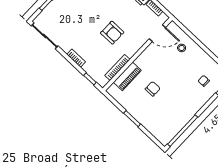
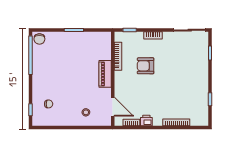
armchair: (112, 33) -> (146, 66), moved
door: (157, 33) -> (113, 107), swing flipped
piano: (127, 76) -> (105, 74), moved
chair: (153, 89) -> (39, 39), moved

